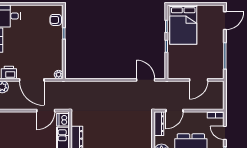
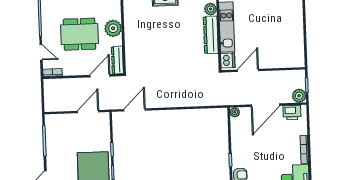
door: (32, 80) -> (265, 105), swing flipped
door: (146, 80) -> (135, 110), swing flipped
door: (199, 80) -> (88, 112), moved

